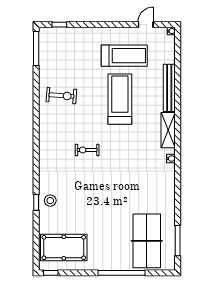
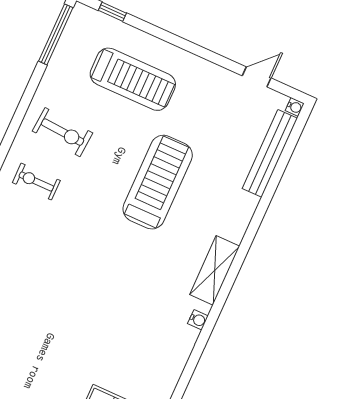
treadmill: (124, 56) -> (133, 79), moved
bench: (169, 88) -> (270, 153), moved
exercise bike: (87, 150) -> (36, 181), moved

